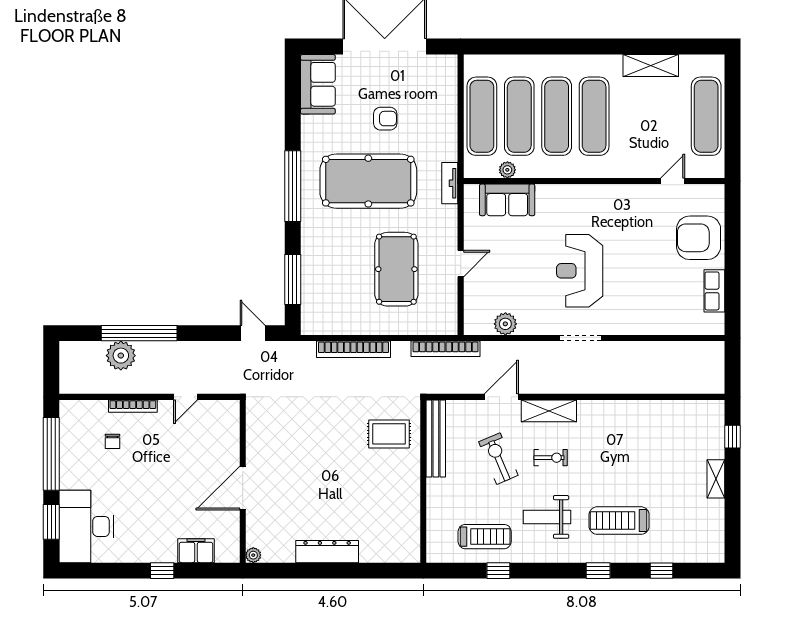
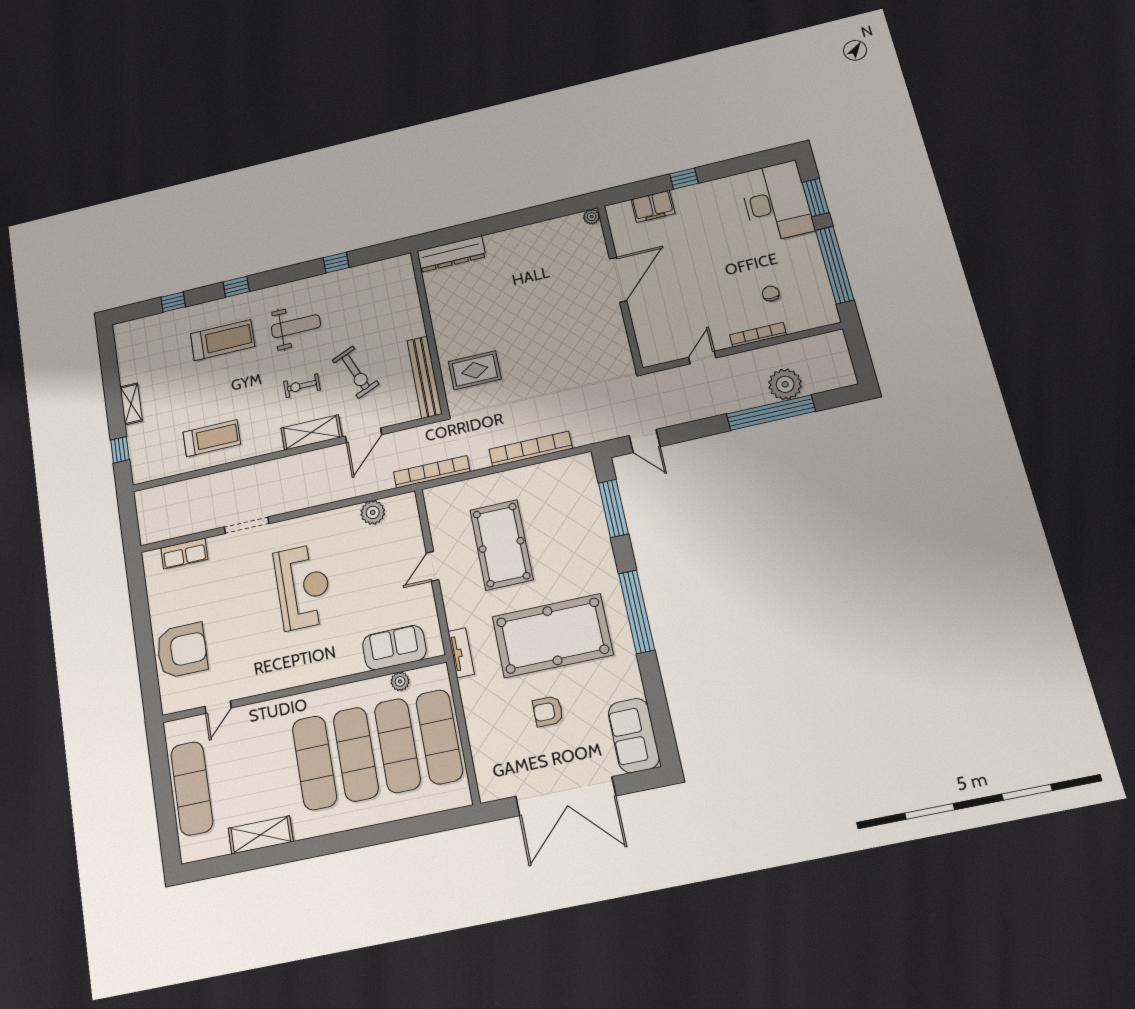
row of seats: (714, 291) -> (184, 554), moved, turned 90
doorway: (581, 338) -> (247, 525), moved
treadmill: (485, 537) -> (212, 438), moved, turned 180
dresser: (327, 552) -> (451, 254), moved

